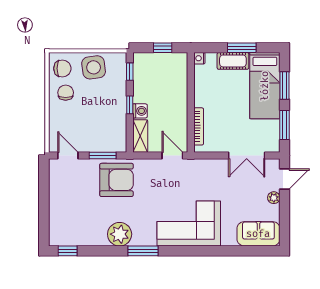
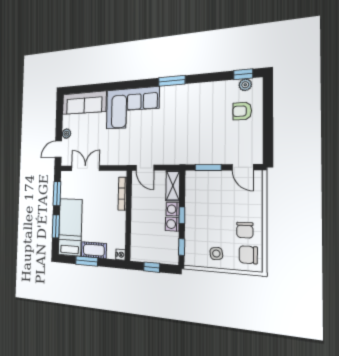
side table: (94, 67) -> (216, 254), width x0.54, depth x0.54
washing machine: (140, 95) -> (172, 224), added
armchair: (116, 180) -> (242, 111), moved, width x0.53, depth x0.53
plant: (120, 234) -> (245, 85), moved, width x0.53, depth x0.53
sofa: (258, 234) -> (84, 103), width x1.36

